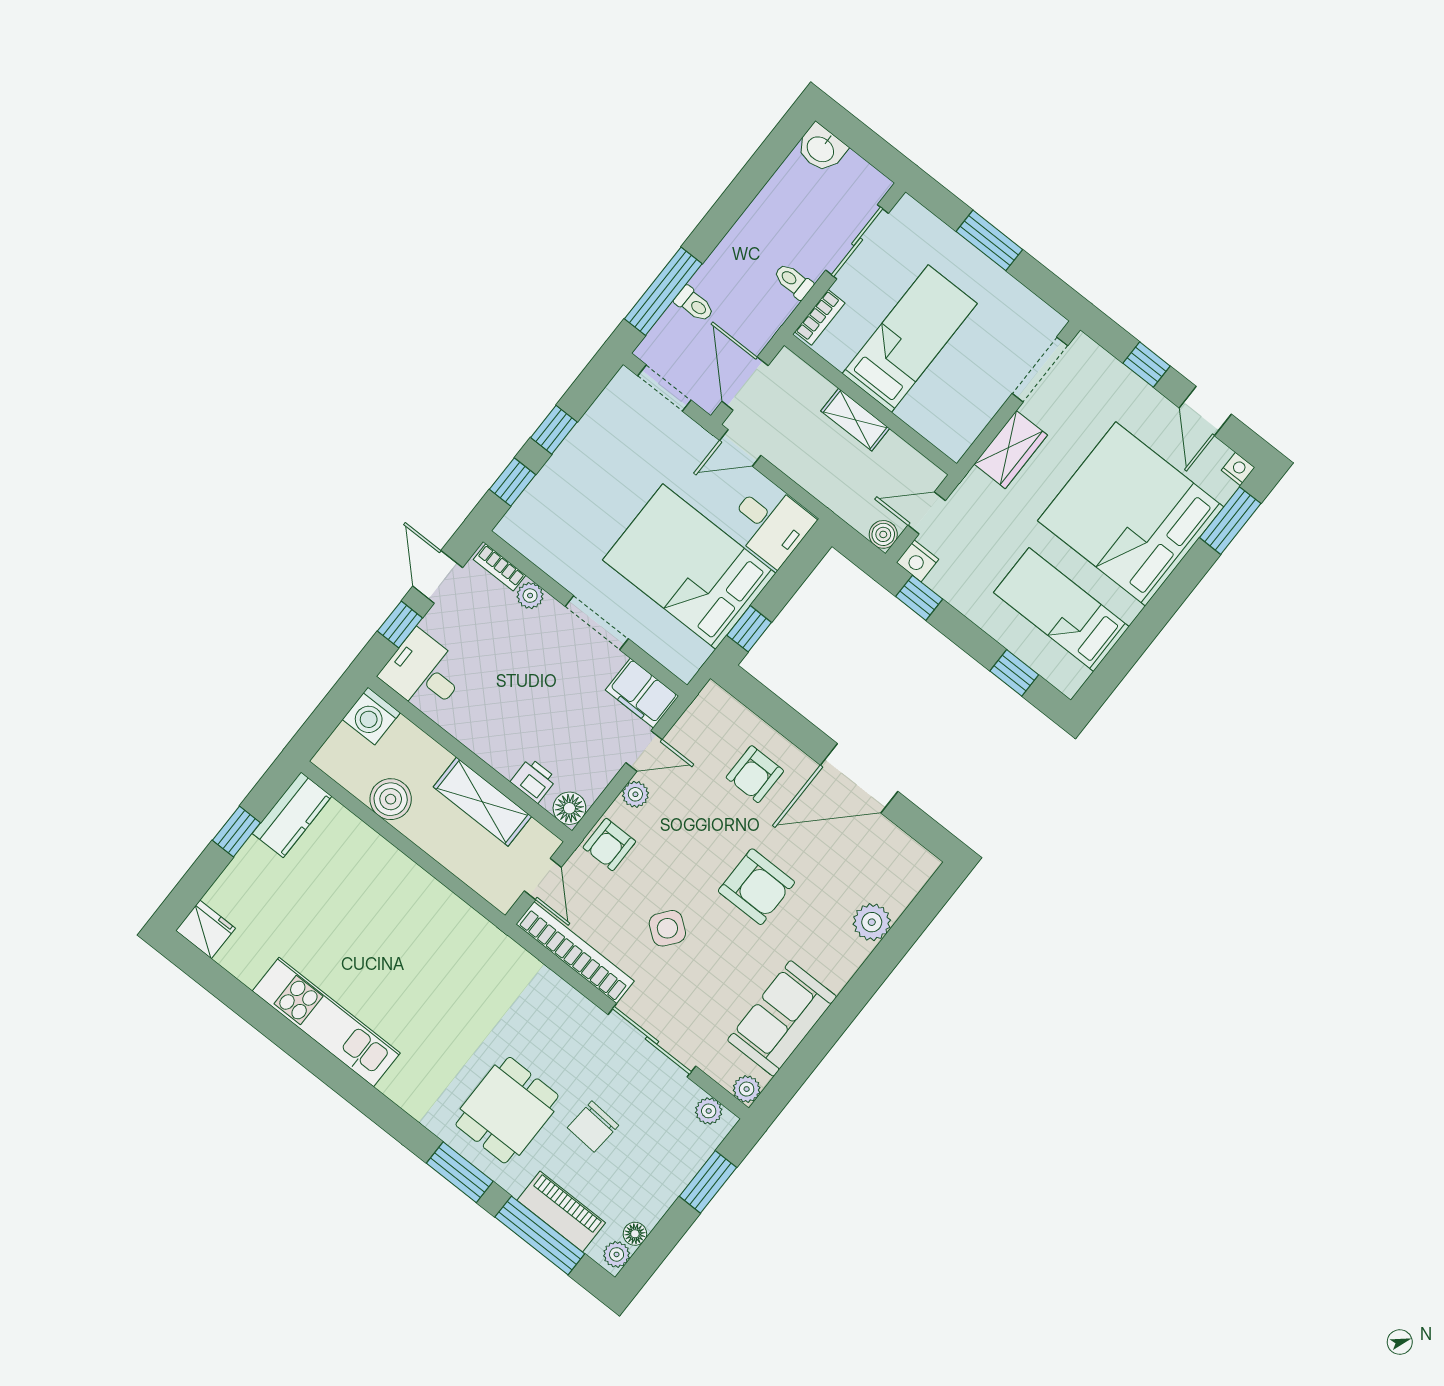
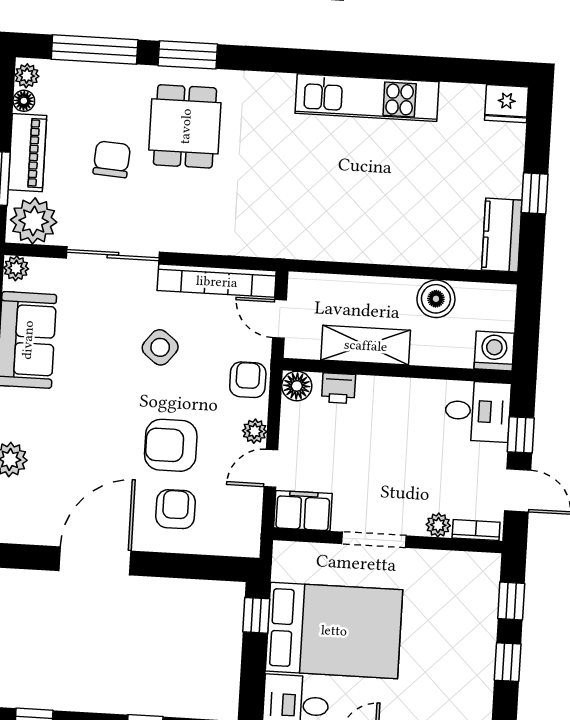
armchair: (756, 887) -> (171, 445), moved
plant: (709, 1111) -> (34, 221), width x1.87, depth x1.87
piano: (561, 1212) -> (27, 153), moved, turned -90

